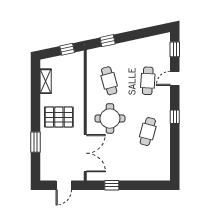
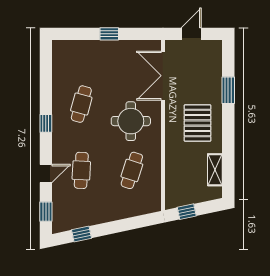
window: (108, 41) -> (82, 234), moved
cafe table: (109, 81) -> (132, 170), turned 33
pallet: (59, 117) -> (197, 123), turned 90
window: (112, 185) -> (109, 34), moved

